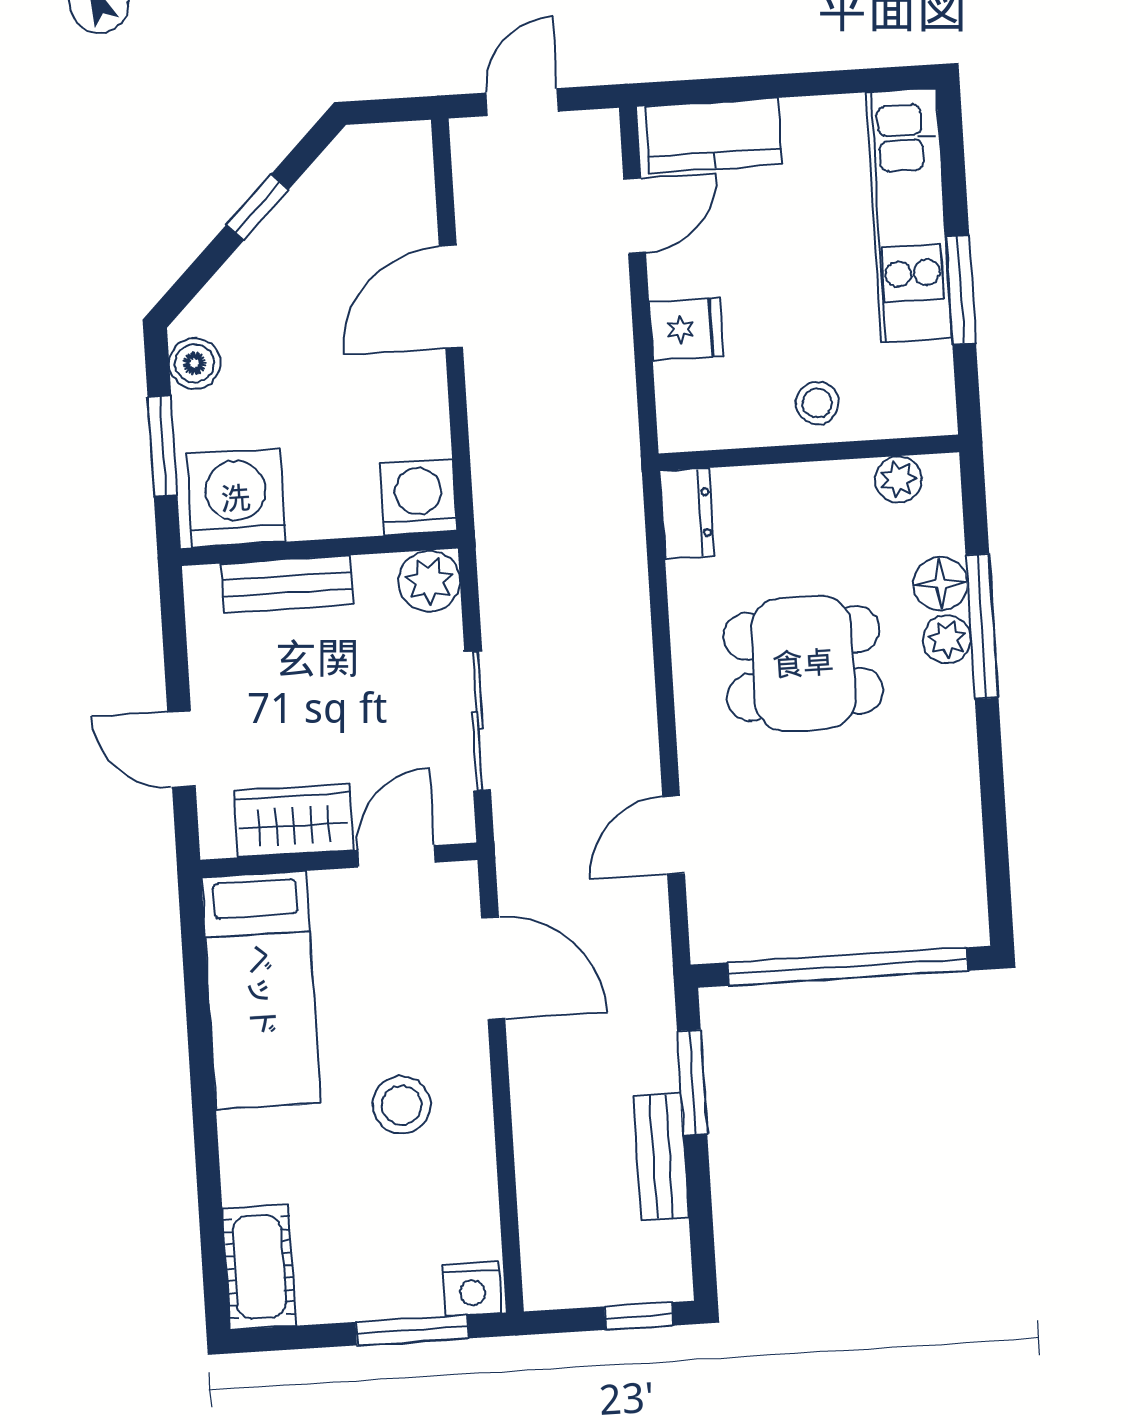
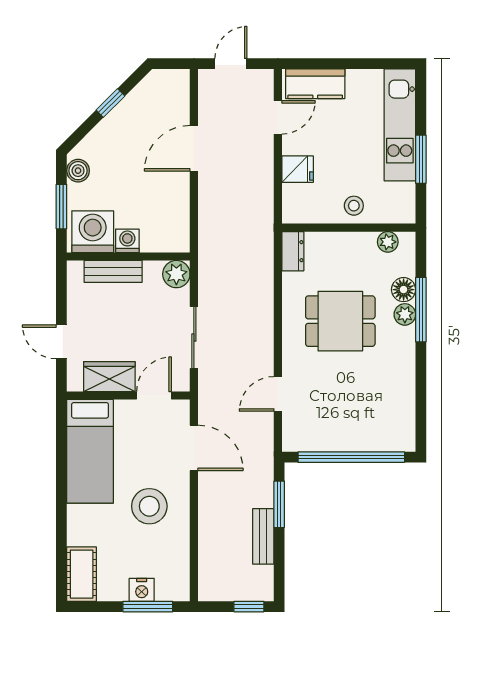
washing machine: (418, 497) -> (127, 241), moved, width x0.73, depth x0.73
stool: (401, 1105) -> (149, 506), width x1.38, depth x1.38
nightstand: (472, 1289) -> (142, 590), moved

